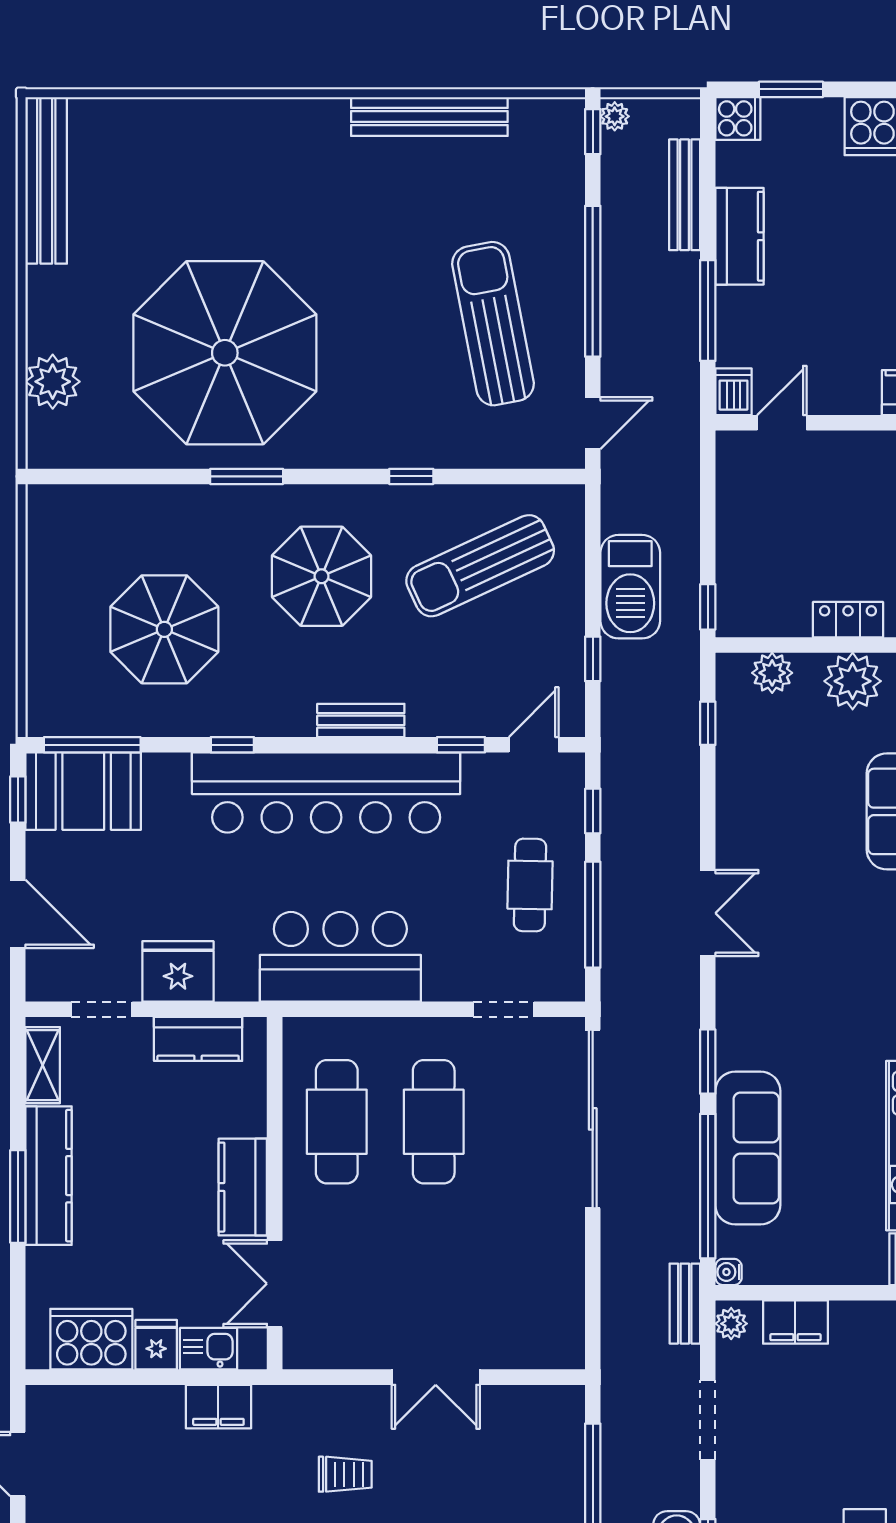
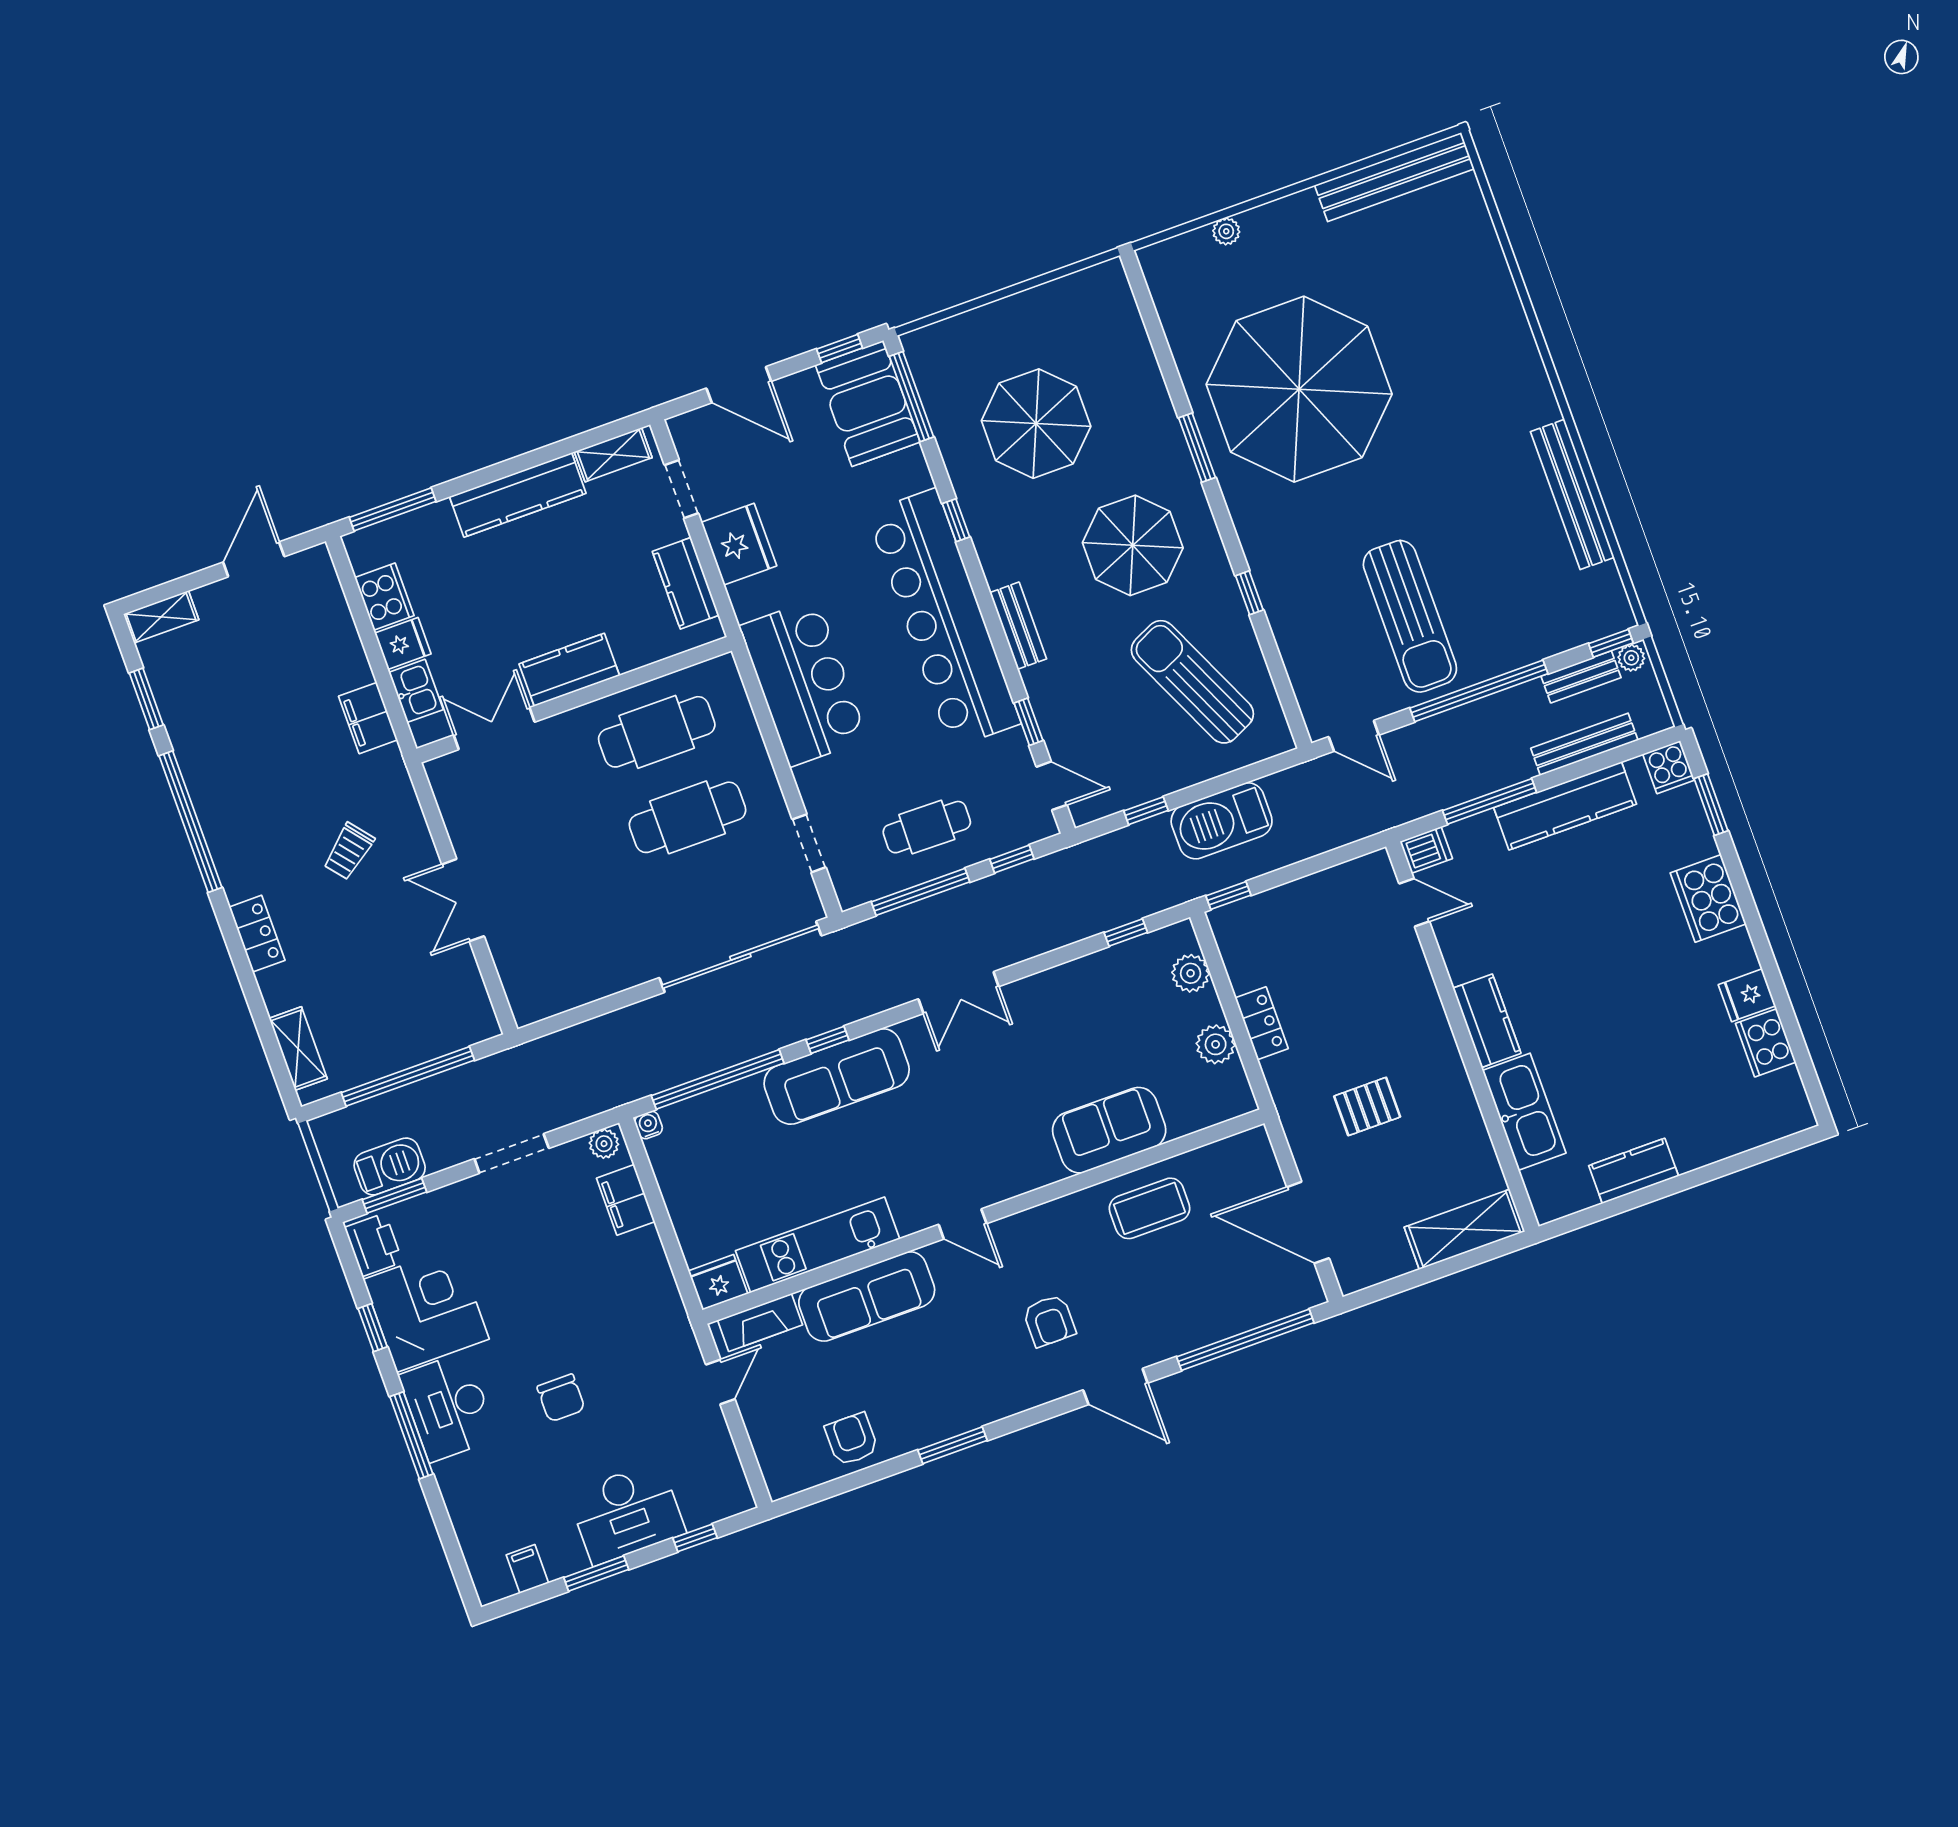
kitchen counter: (740, 236) -> (1565, 806), width x1.50
sun lounger: (493, 324) -> (1410, 616), turned 101
plant: (53, 382) -> (1226, 231), width x0.53, depth x0.53
plant: (853, 681) -> (1216, 1044), width x0.73, depth x0.73
door: (18, 914) -> (739, 385), hinge flipped
window: (708, 1062) -> (827, 1040), width x0.67
sofa: (748, 1148) -> (837, 1076), moved
window: (18, 1196) -> (393, 509), moved
bench: (685, 1304) -> (1581, 677), moved
cooker: (91, 1339) -> (384, 597), width x0.73, depth x0.76
trolley: (345, 1474) -> (349, 851), turned 51

